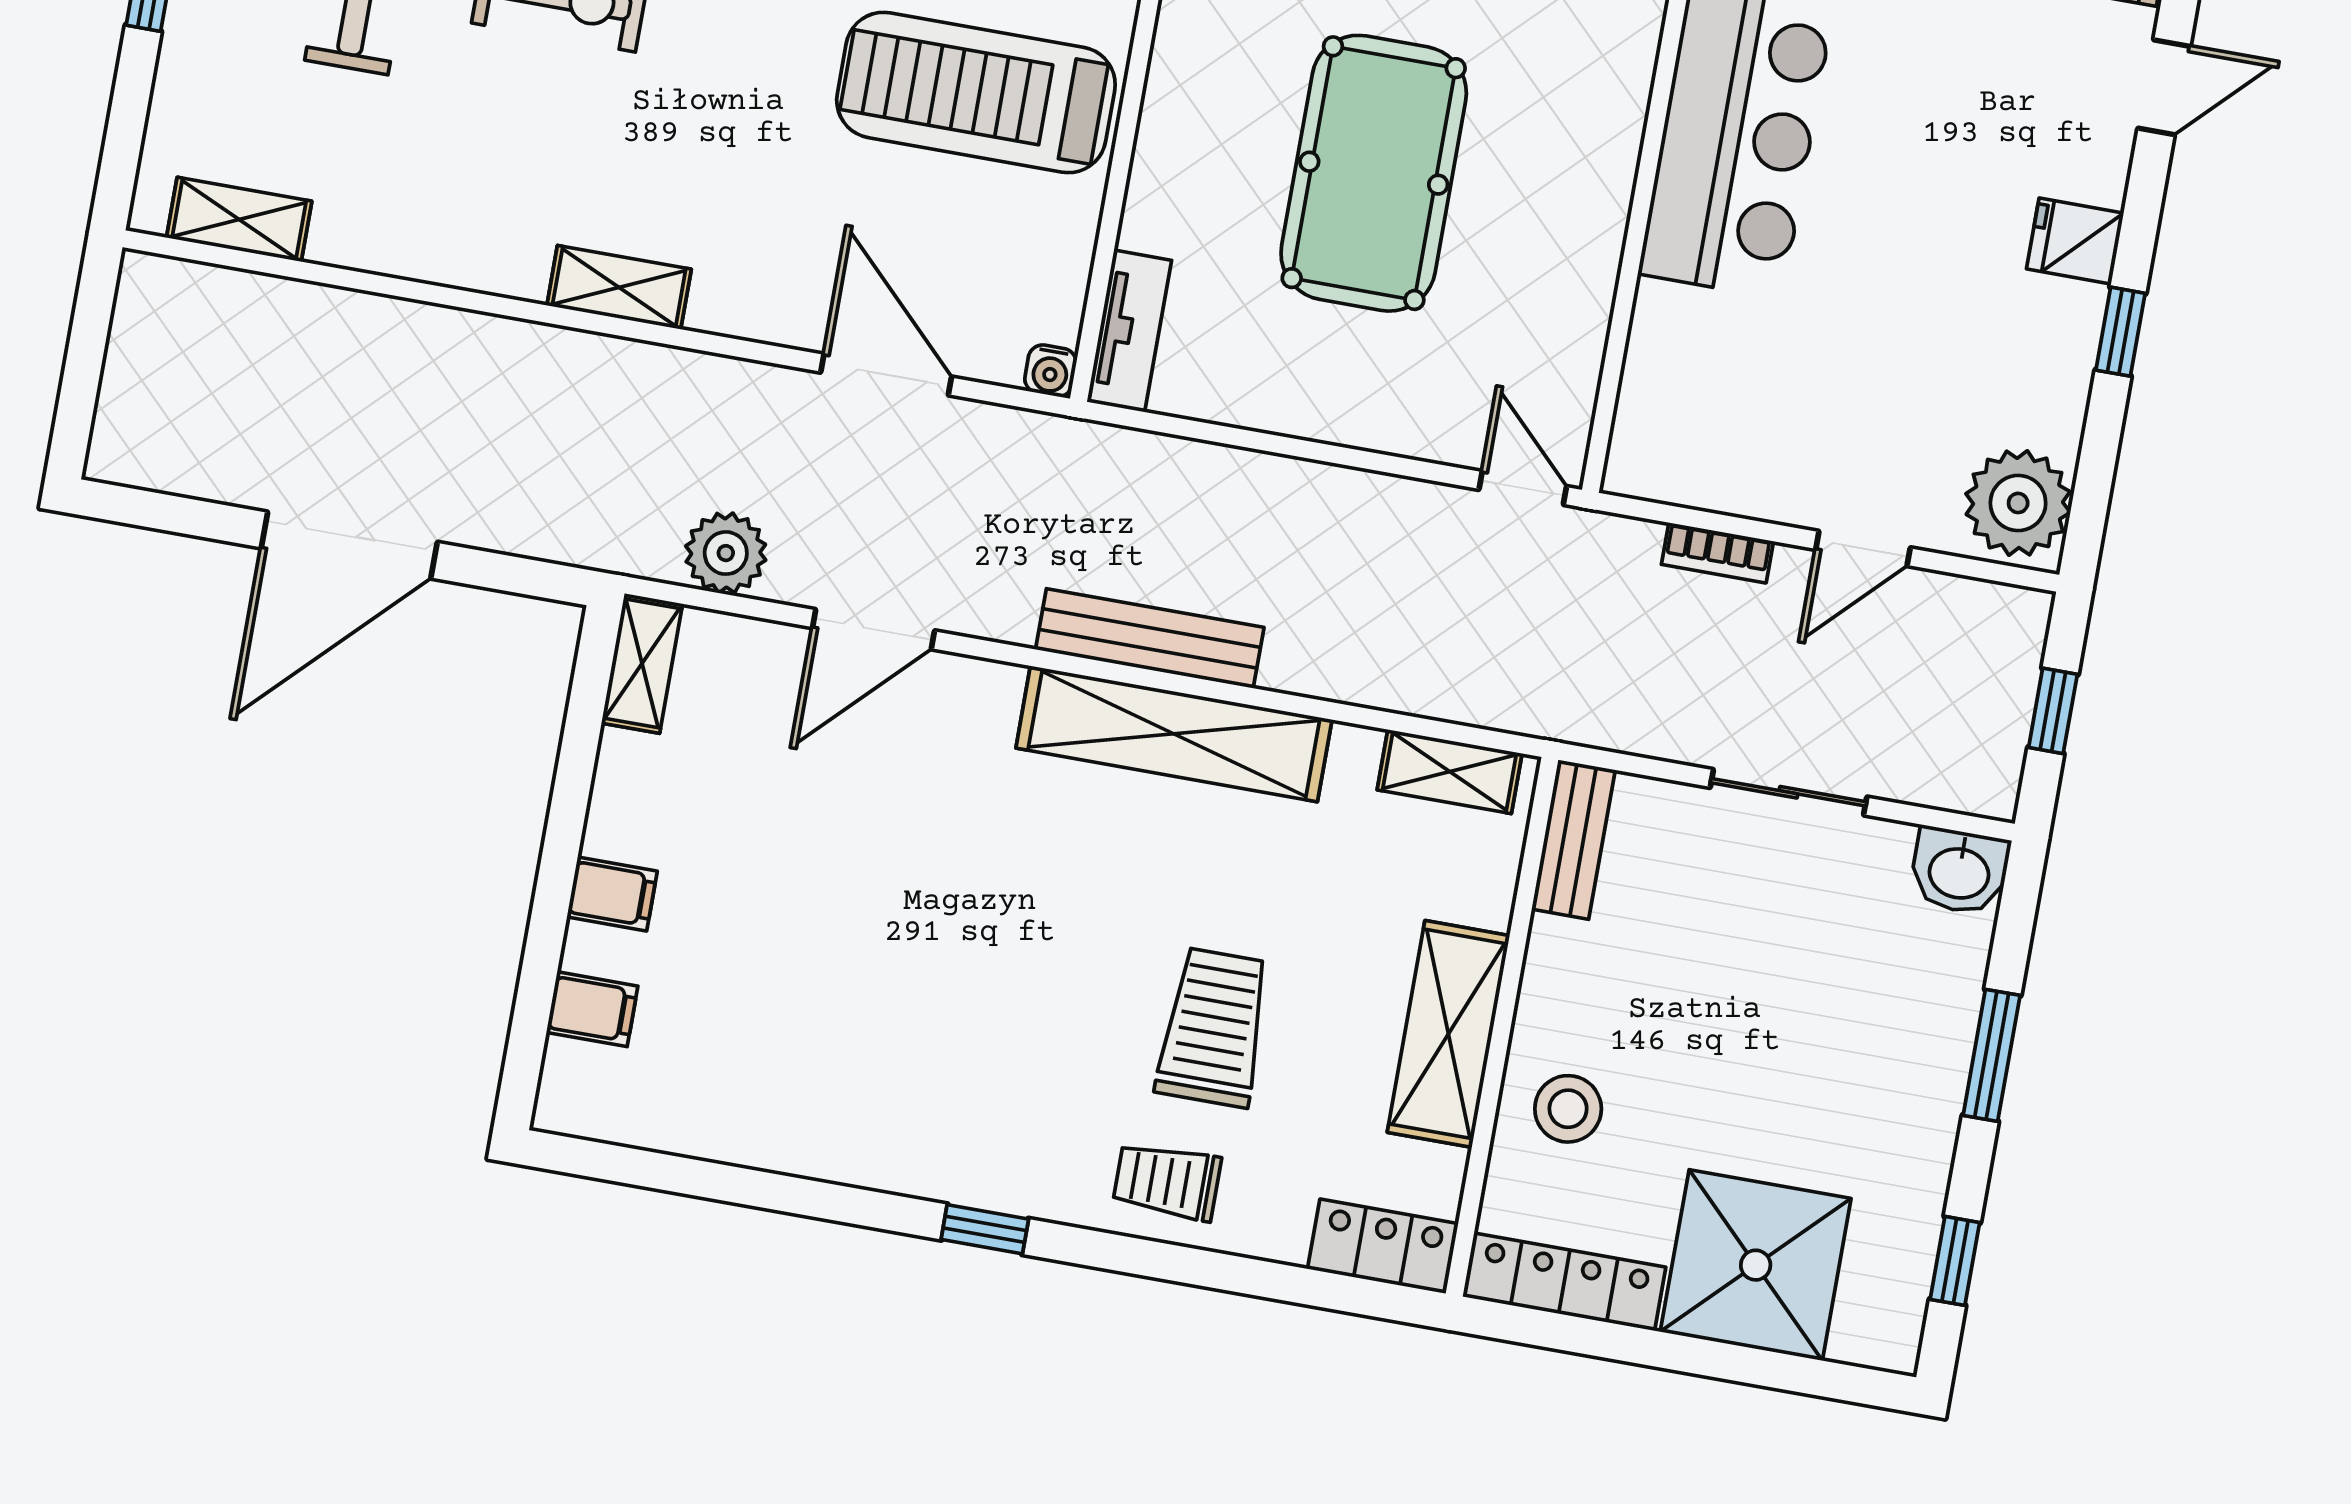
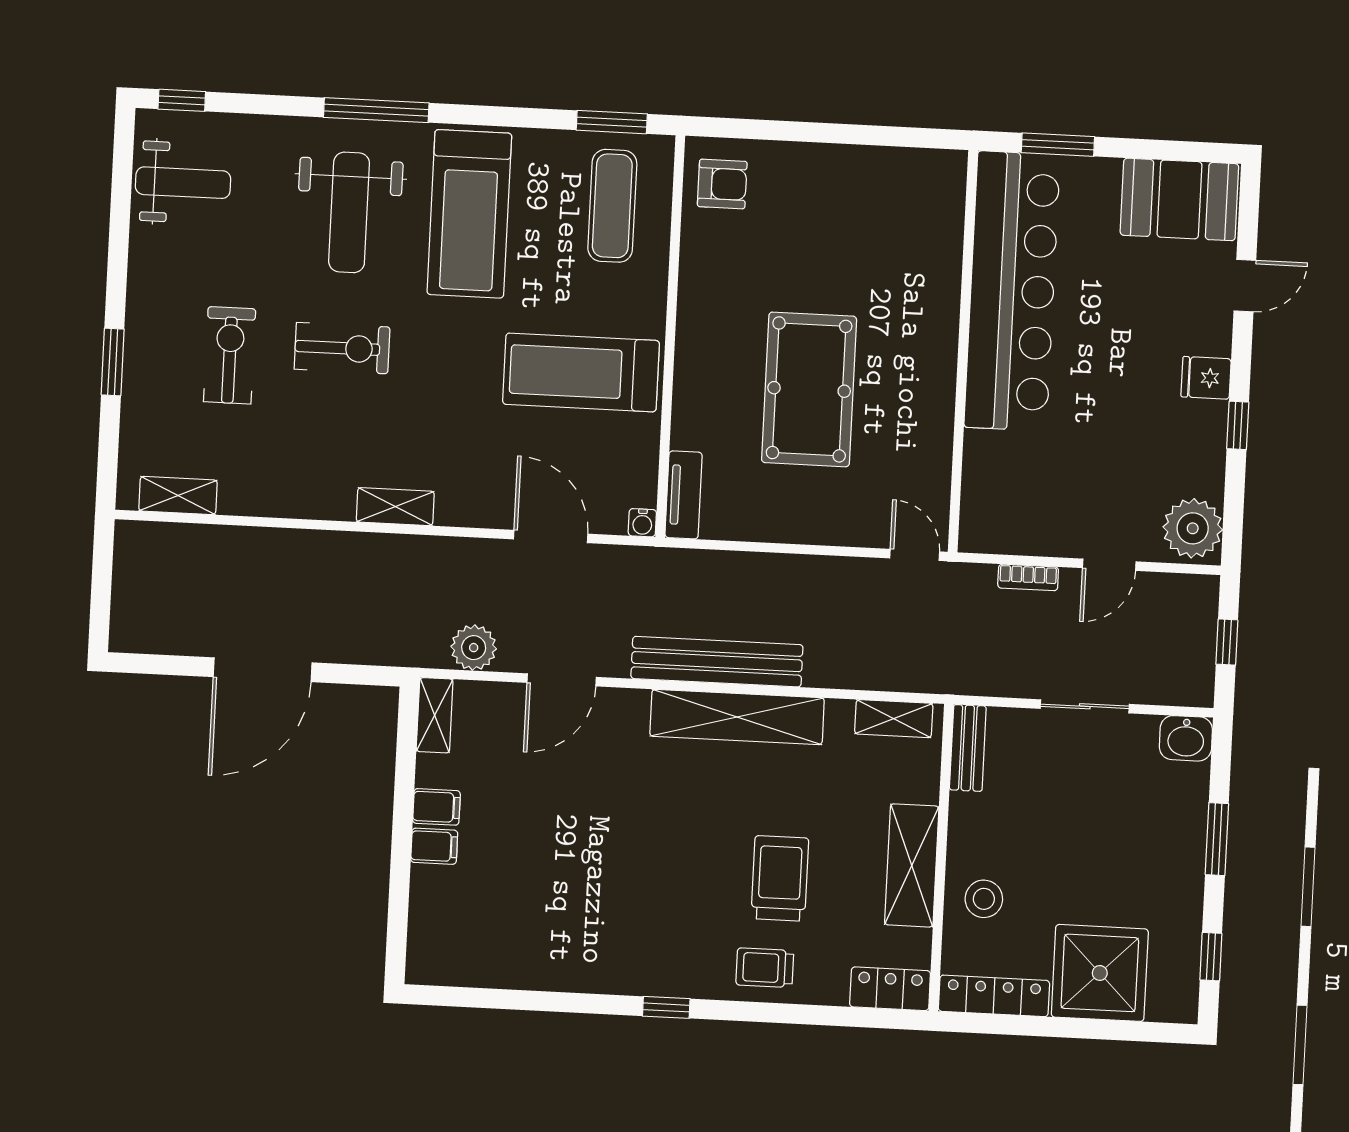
bench: (1150, 638) -> (717, 662), width x1.37, depth x1.21
filing cabinet: (592, 1009) -> (436, 807), moved

